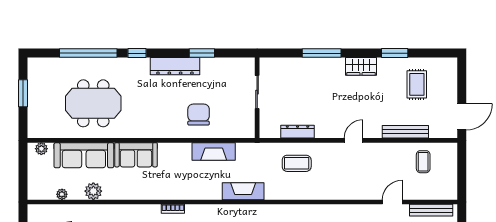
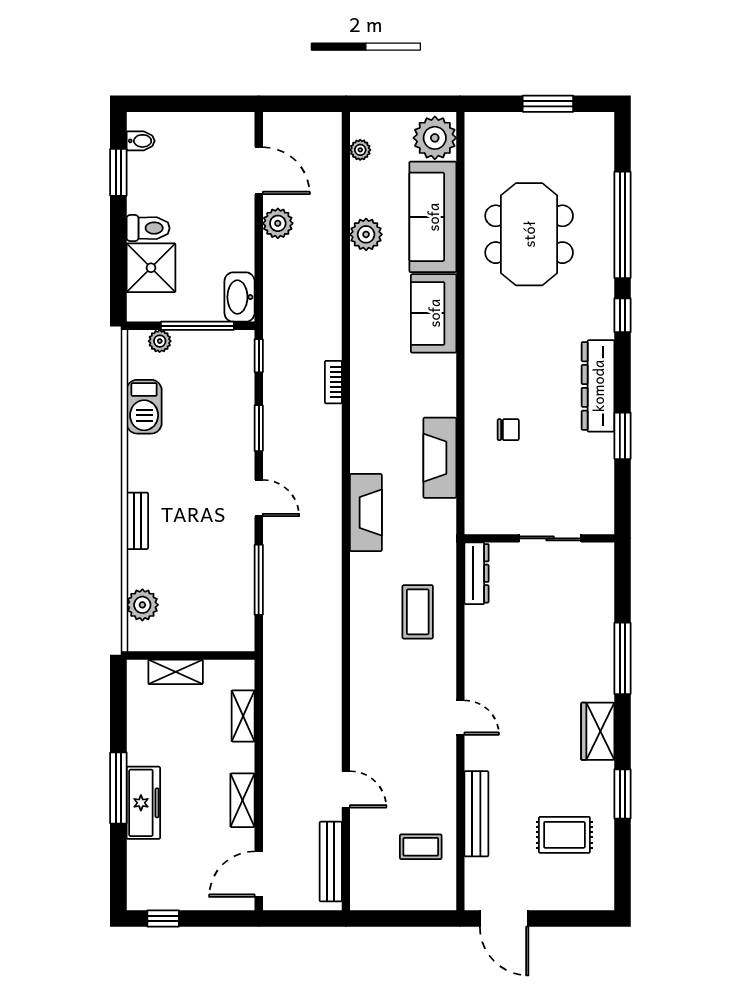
chair: (199, 115) -> (508, 430), width x0.54, depth x0.54
dresser: (298, 132) -> (477, 573), moved
plant: (41, 149) -> (435, 138), width x1.88, depth x1.88
plant: (62, 194) -> (360, 150), moved

